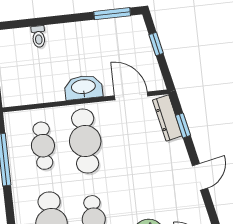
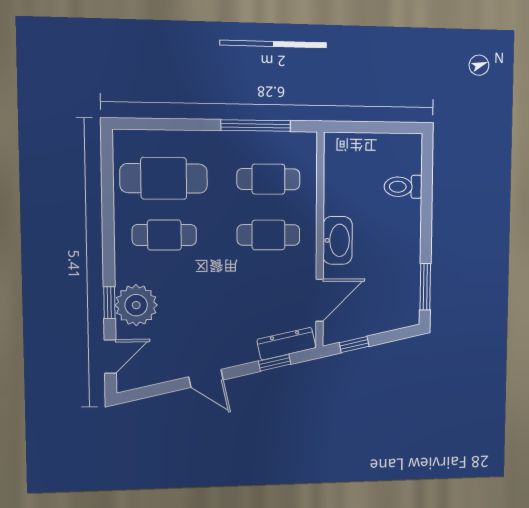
toilet: (38, 37) -> (403, 187), width x1.37, depth x1.39
window: (156, 44) -> (354, 345), moved
cafe table: (85, 141) -> (268, 235), width x0.73, depth x0.74

